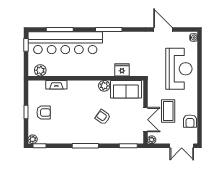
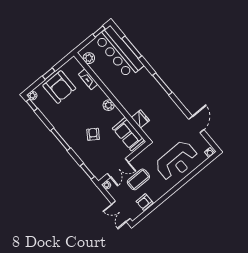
bar counter: (65, 43) -> (119, 52), width x0.73
plant: (104, 86) -> (109, 105), moved
armchair: (44, 112) -> (59, 87), width x1.88, depth x1.88

